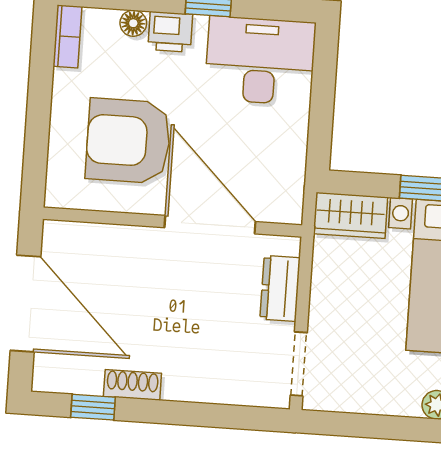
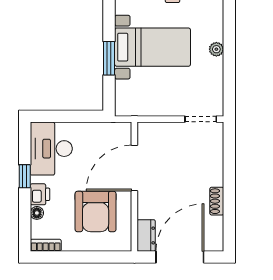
wardrobe: (350, 215) -> (125, 98), removed
dresser: (280, 288) -> (146, 235), moved, turned -90
window: (93, 407) -> (229, 220), removed

